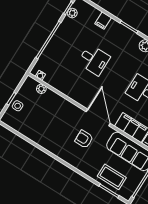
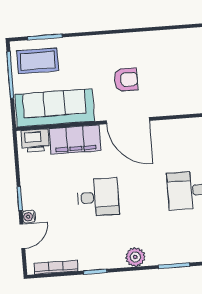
coffee table: (112, 177) -> (38, 61), moved

